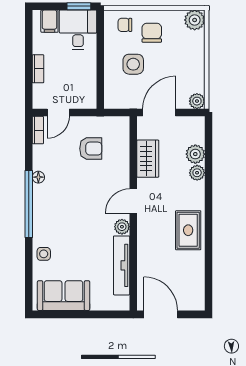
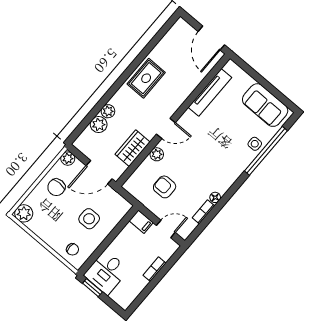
filing cabinet: (49, 21) -> (141, 222), moved, turned 90
chair: (152, 33) -> (56, 187), moved
bookcase: (38, 130) -> (204, 212), moved
window: (29, 204) -> (266, 151), moved
plant: (122, 227) -> (157, 154), moved

